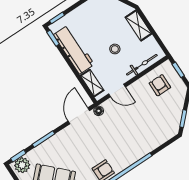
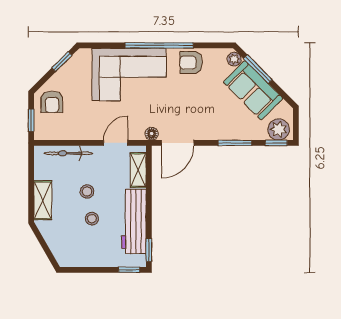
stool: (101, 34) -> (92, 219), added
armchair: (160, 85) -> (52, 102), moved
door: (117, 90) -> (116, 143), hinge flipped
corner sofa: (137, 138) -> (129, 75), added

